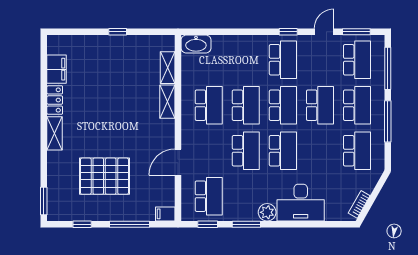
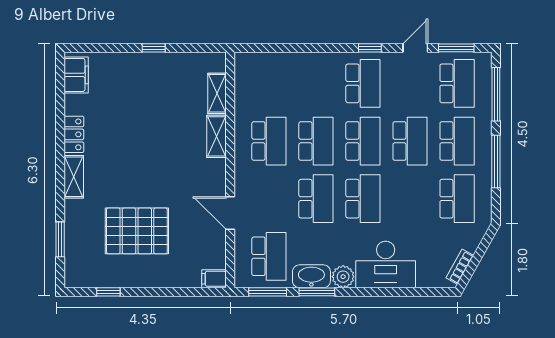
washbasin: (196, 44) -> (311, 276), moved, turned 180
filing cabinet: (57, 69) -> (76, 75), moved
door: (178, 162) -> (230, 213), hinge flipped
window: (44, 201) -> (60, 239), moved
window: (130, 224) -> (169, 292), removed
window: (208, 224) -> (268, 292), width x1.50

